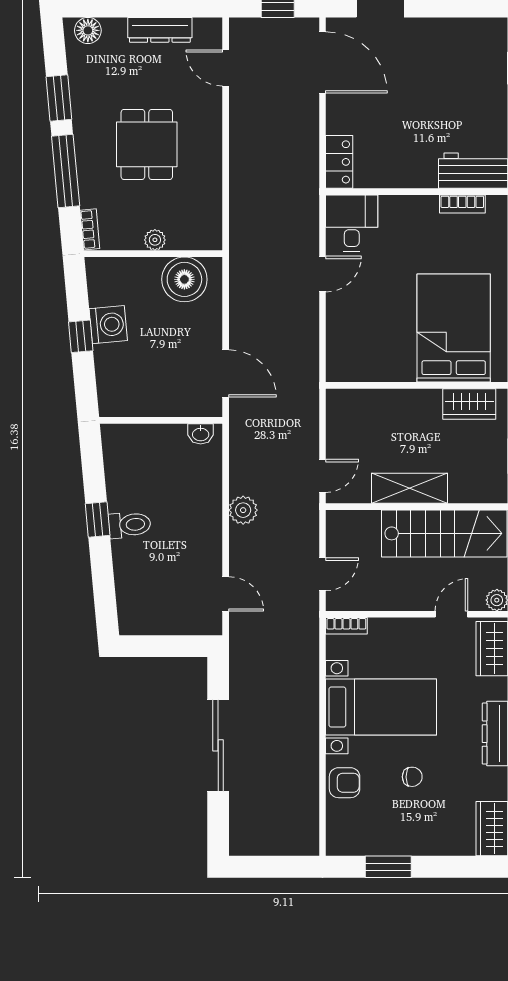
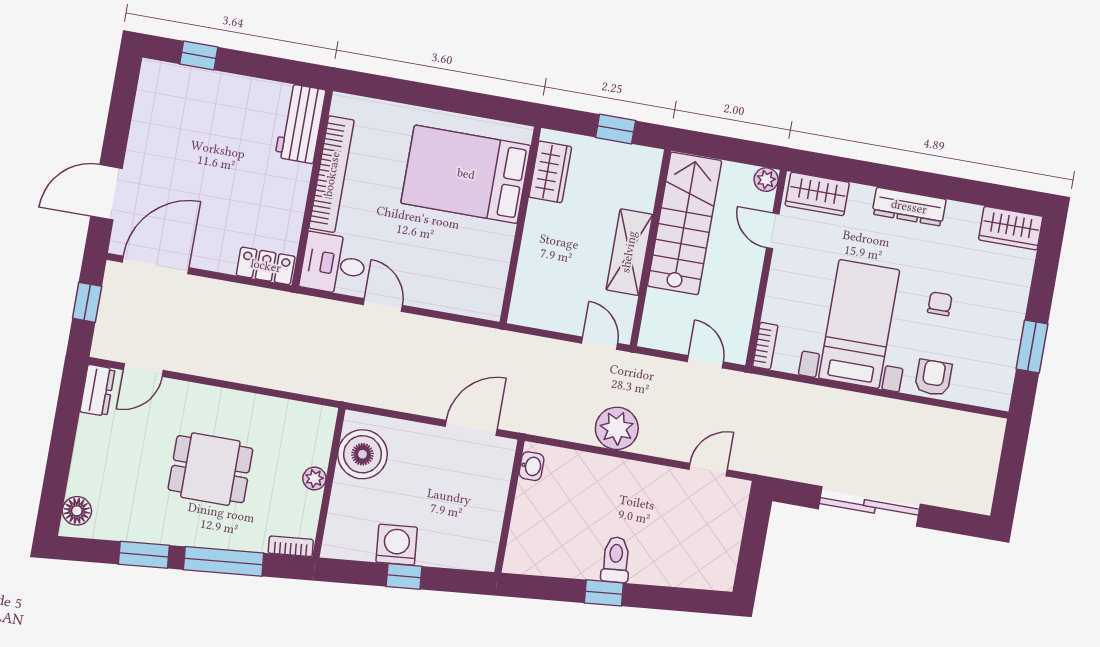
dresser: (160, 30) -> (97, 390), moved, width x0.70
bookcase: (462, 204) -> (332, 174), width x2.31, depth x1.31
plant: (243, 510) -> (617, 428), width x1.36, depth x1.36

